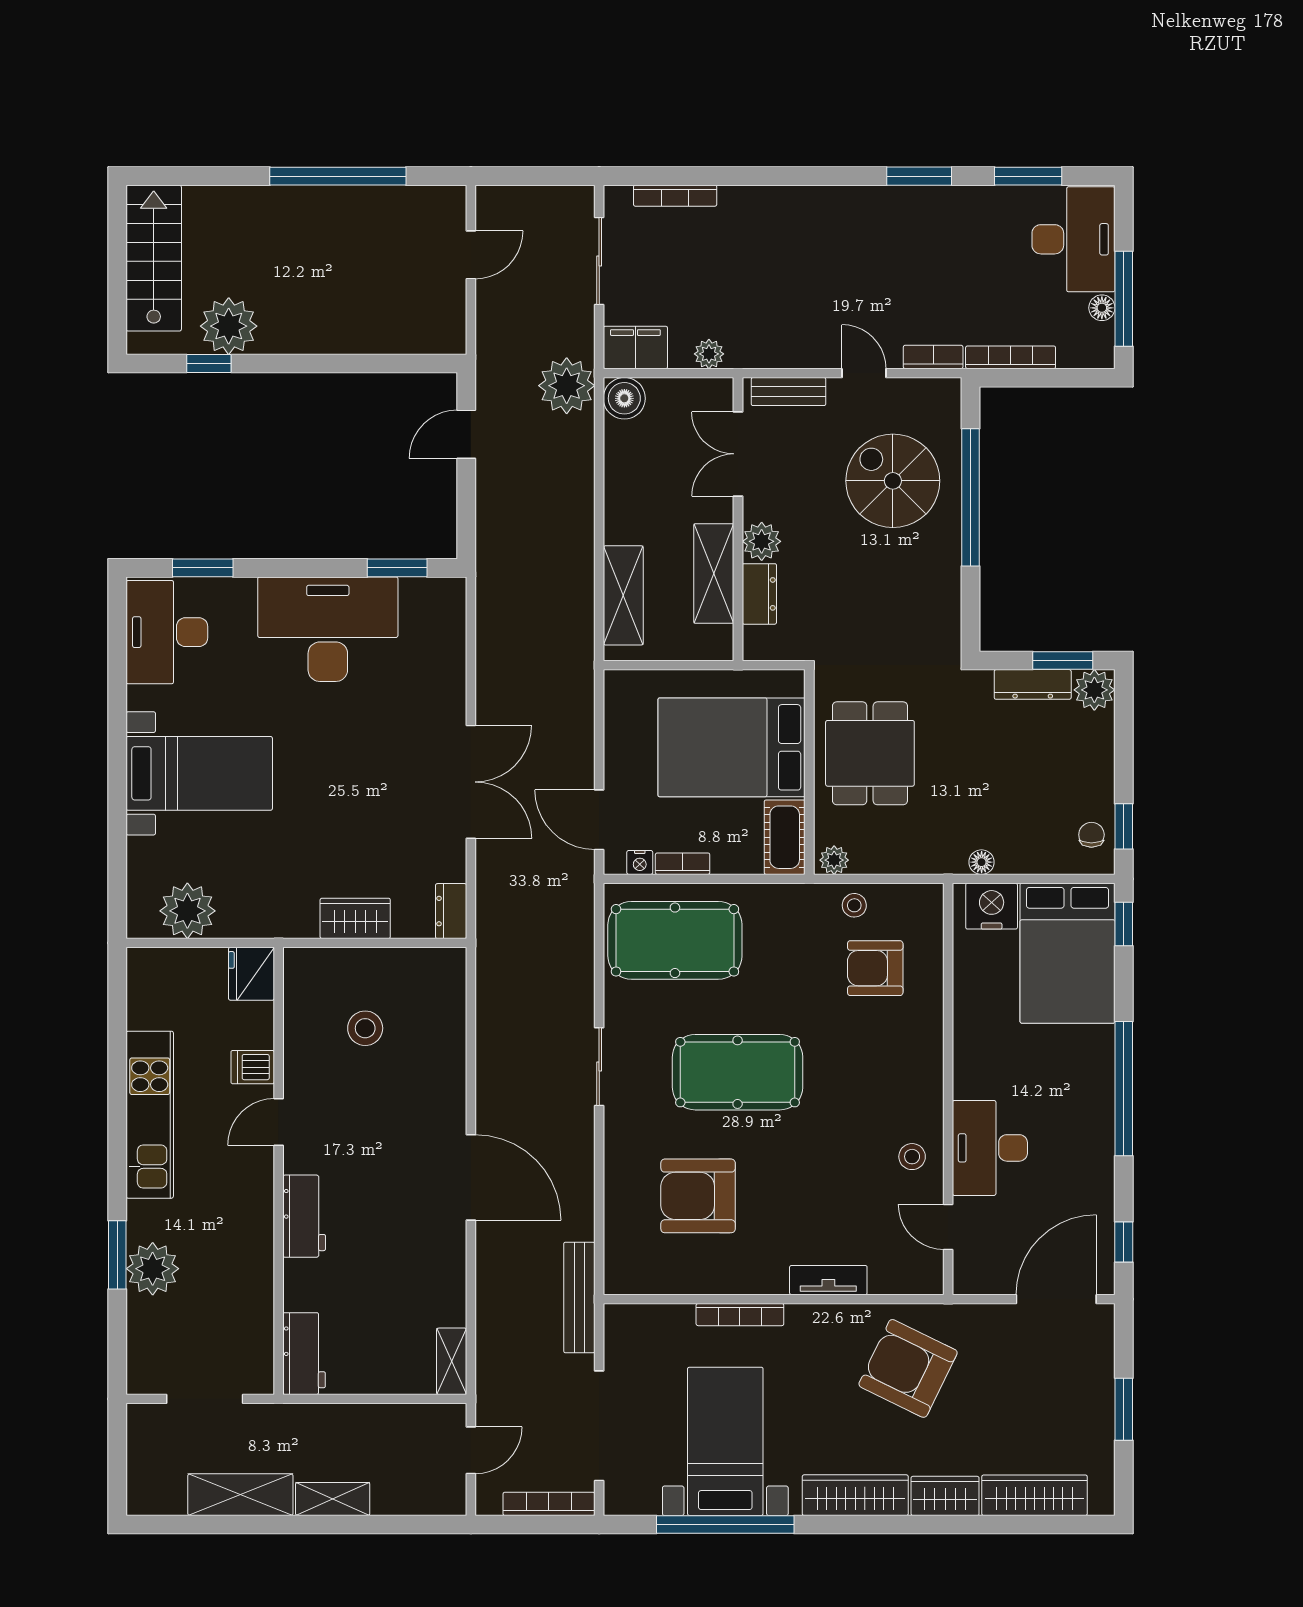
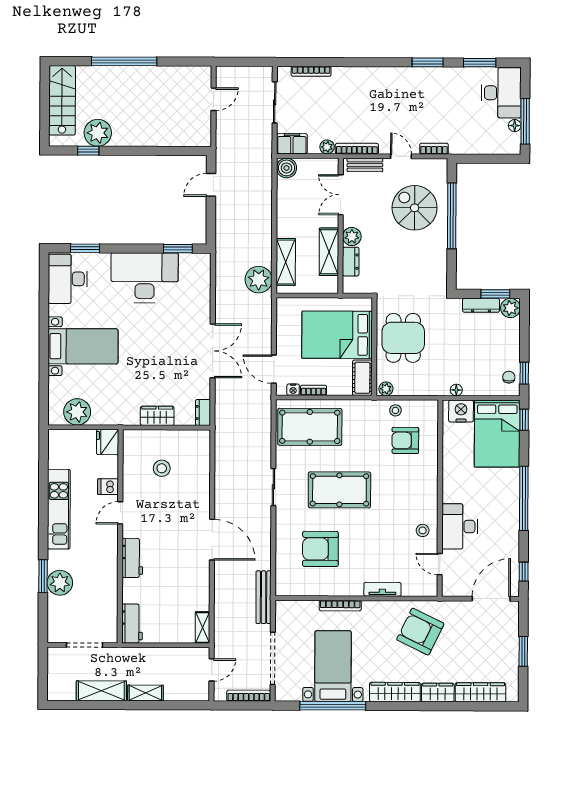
window: (338, 176) -> (124, 61), moved
bookcase: (1011, 357) -> (357, 149), moved
plant: (567, 386) -> (259, 280), moved

